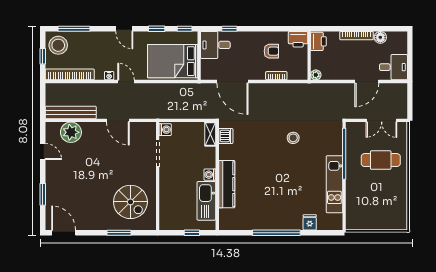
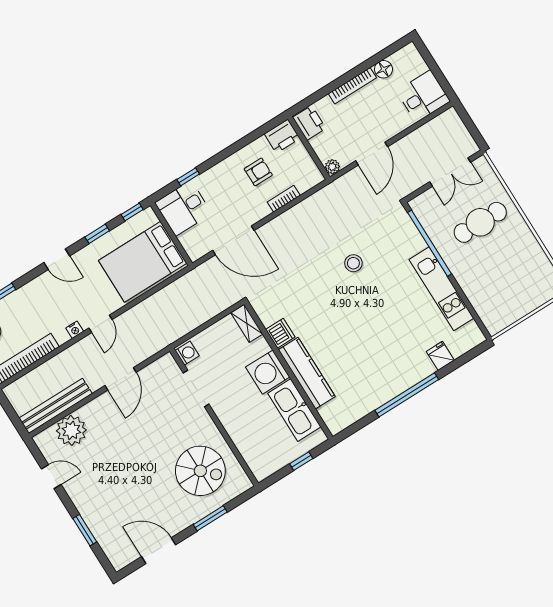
door: (126, 82) -> (100, 324), swing flipped
door: (367, 82) -> (372, 154), moved
door: (118, 120) -> (121, 379), hinge flipped
dishwasher: (226, 136) -> (280, 333), moved
washing machine: (210, 175) -> (268, 372), width x1.89, depth x1.89
door: (64, 233) -> (159, 551), moved

